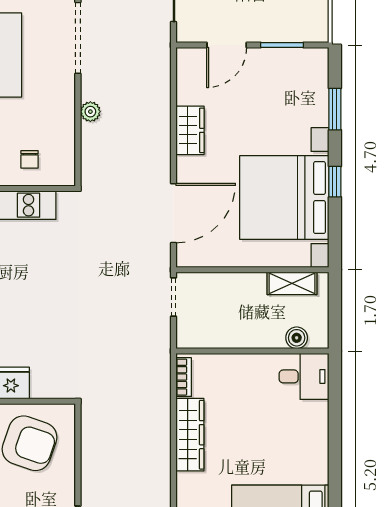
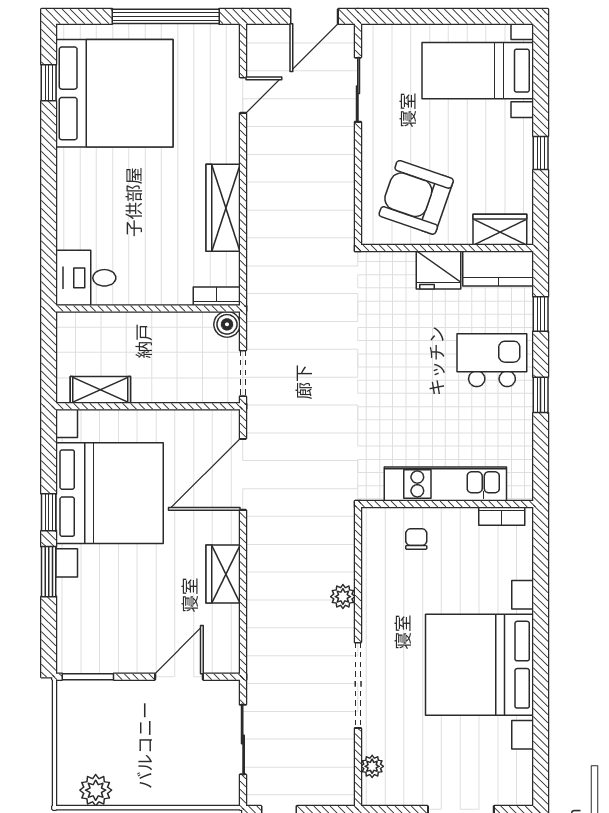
window: (282, 45) -> (88, 677), moved
window: (335, 109) -> (49, 572), moved
boiler: (297, 338) -> (227, 324), moved
bookcase: (184, 377) -> (217, 296), moved, turned 90

